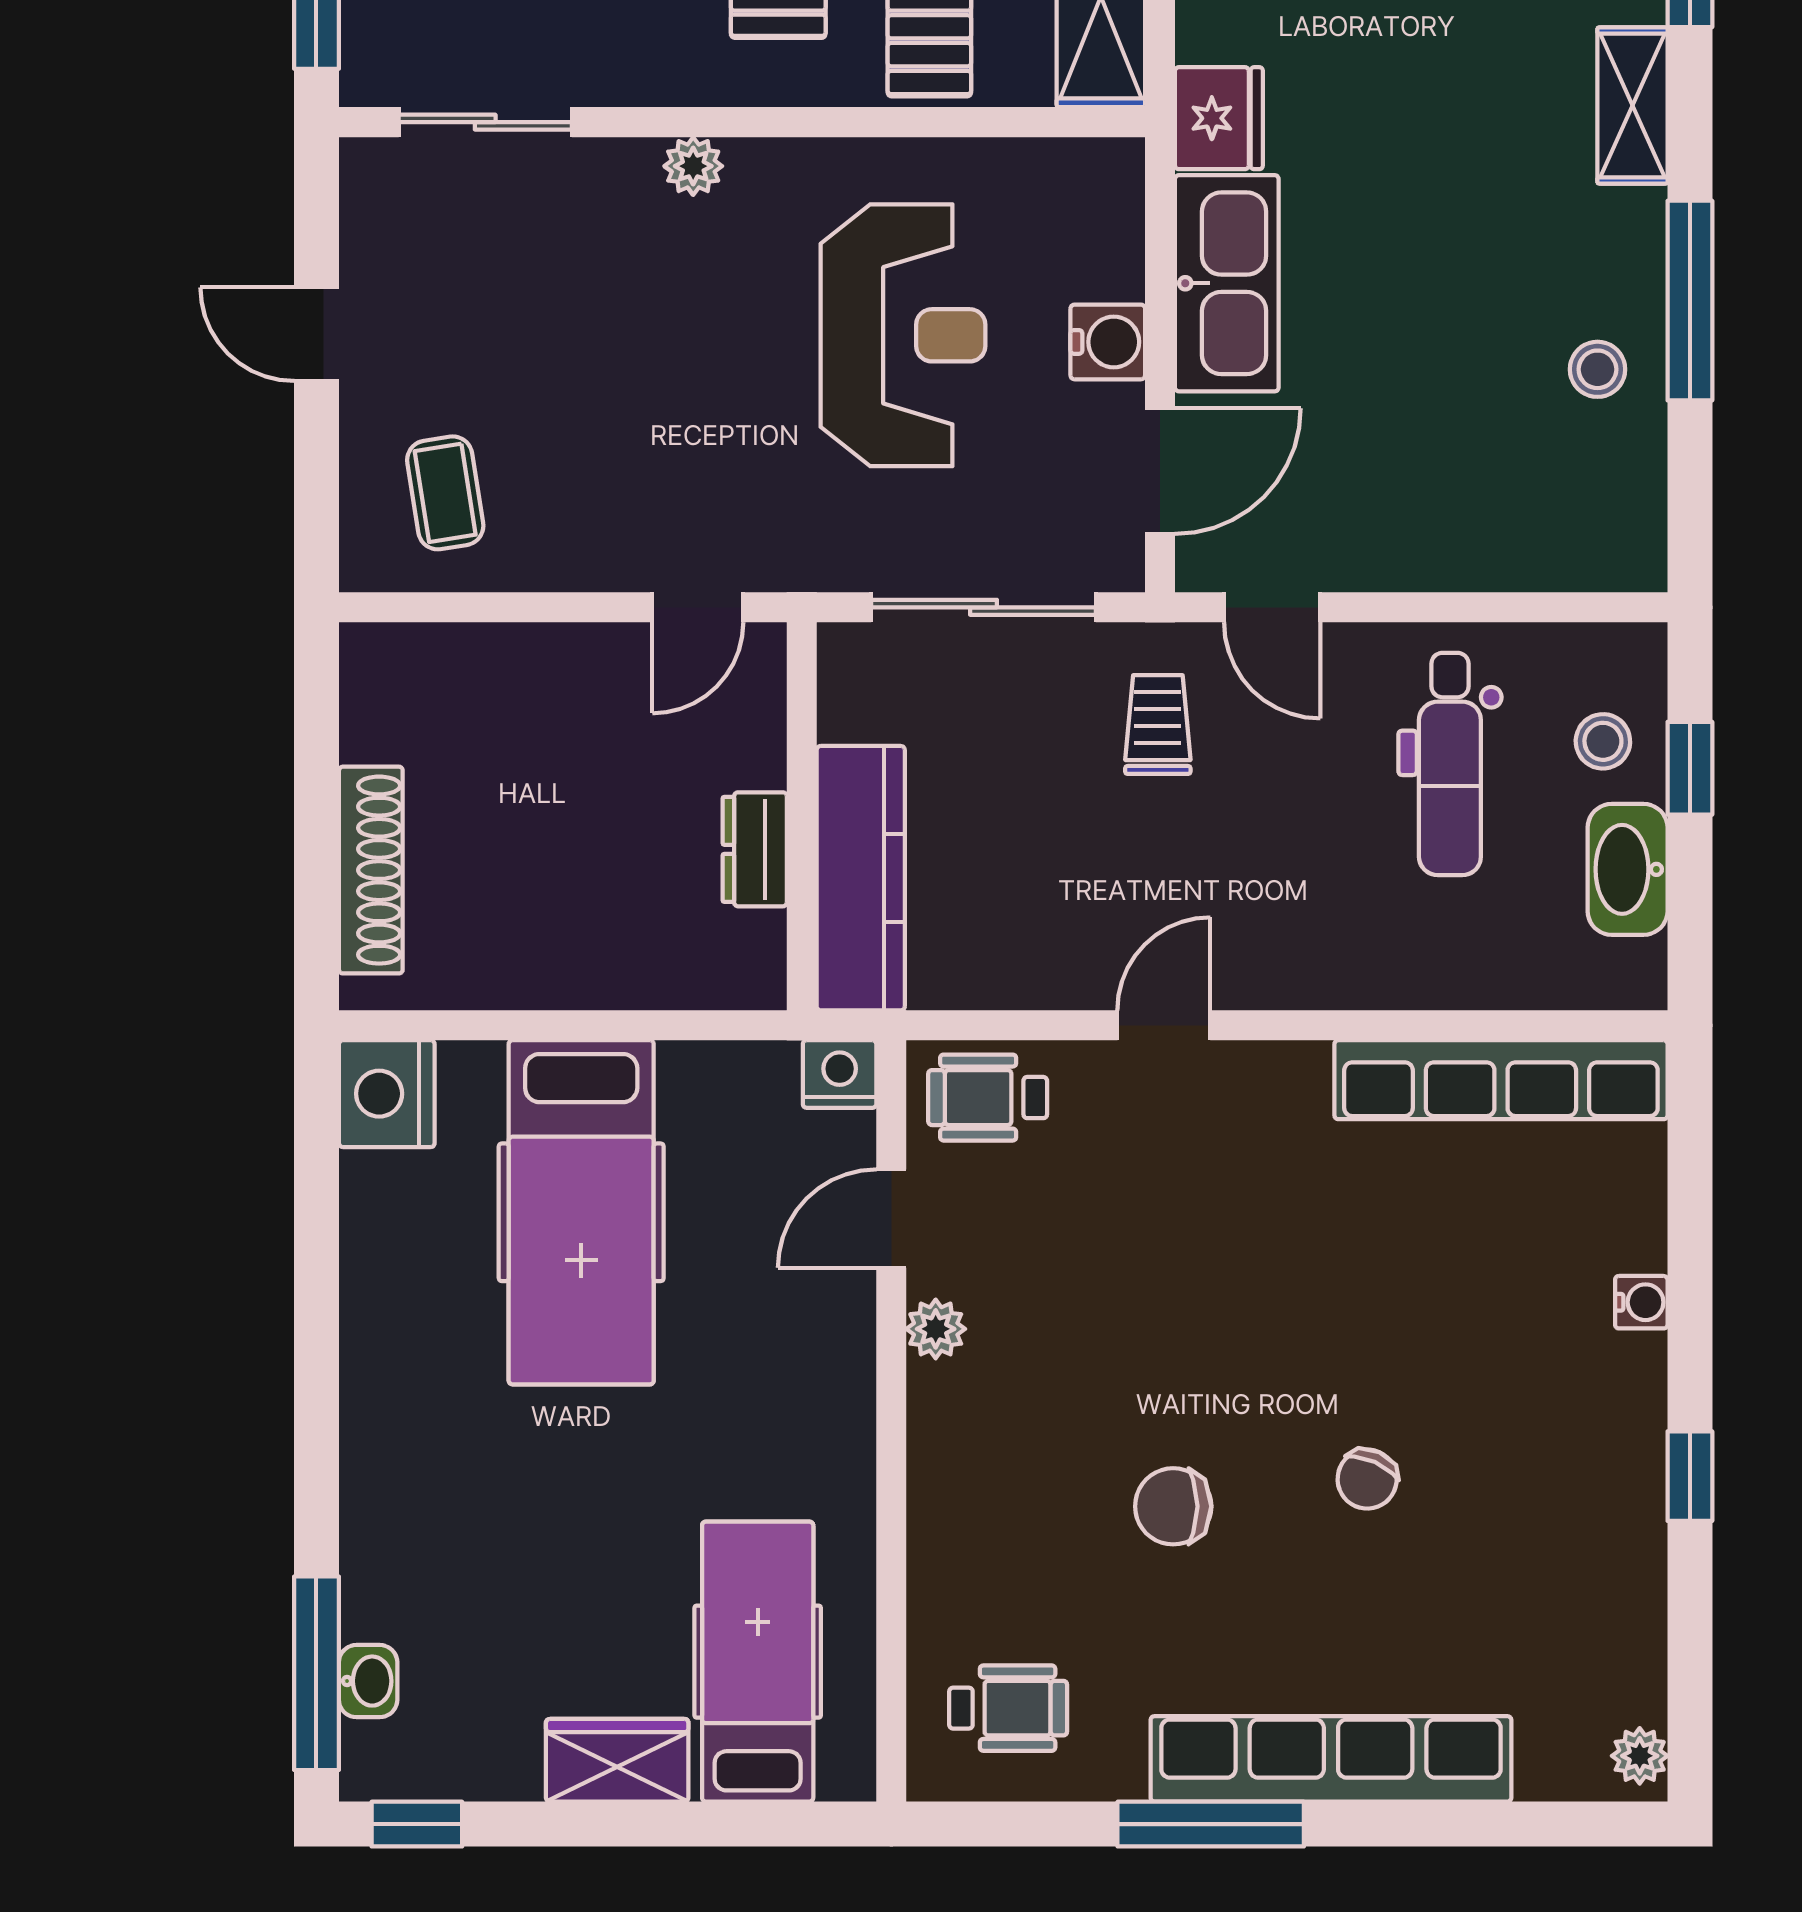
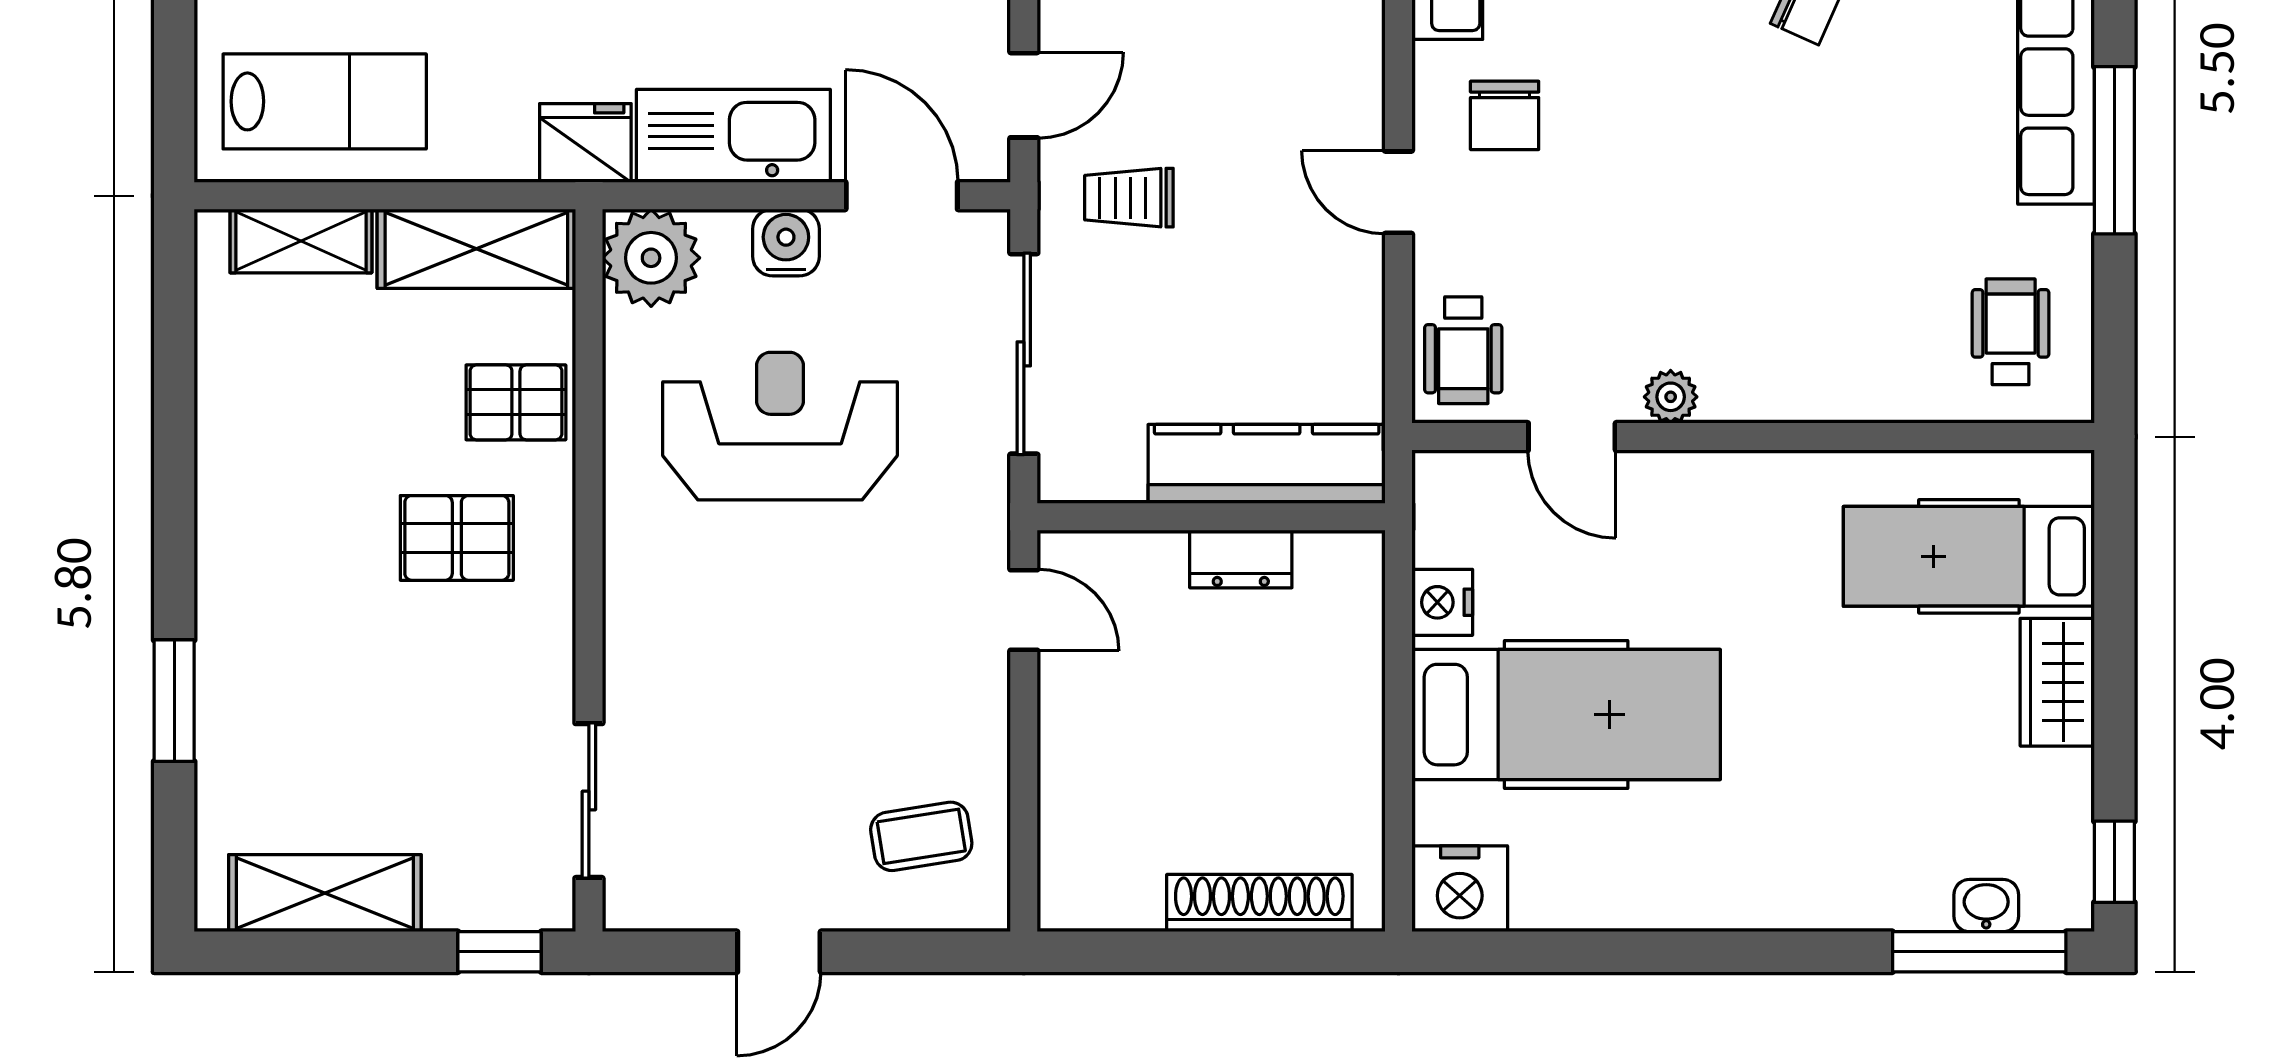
plant: (693, 166) -> (651, 258), moved, width x1.87, depth x1.87
nightstand: (840, 1074) -> (1442, 602), moved
chair: (1173, 1506) -> (1505, 115), moved

